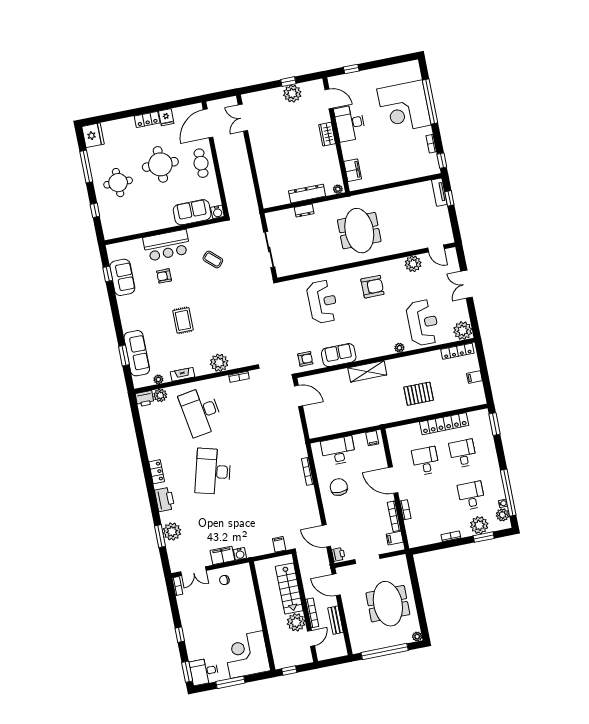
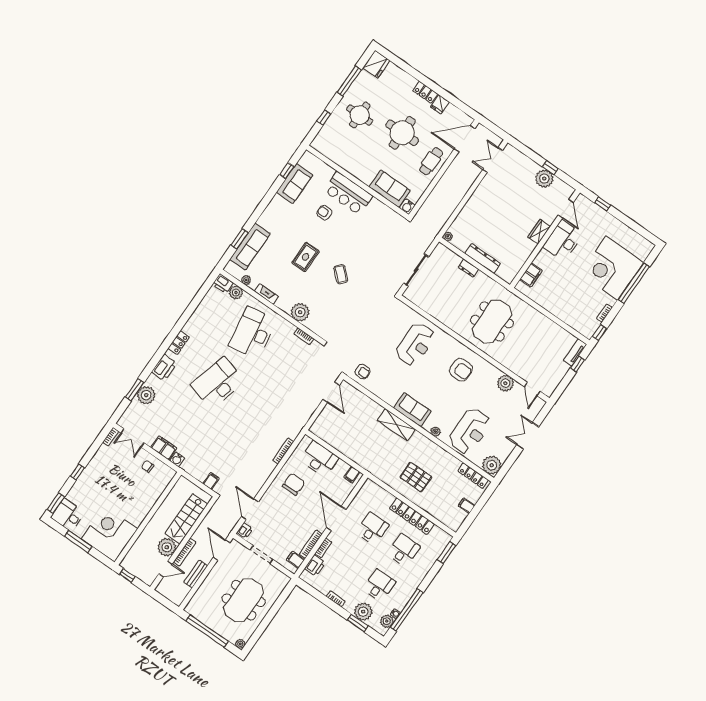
plant: (338, 189) -> (448, 236), moved
coffee table: (213, 260) -> (341, 274), moved
sofa: (339, 355) -> (412, 410), moved
printer: (412, 528) -> (315, 566), added

